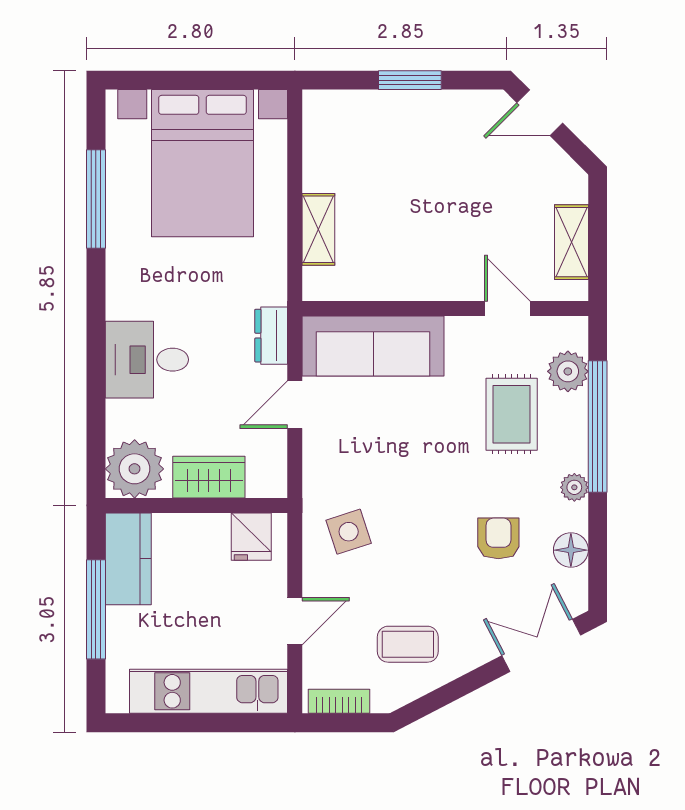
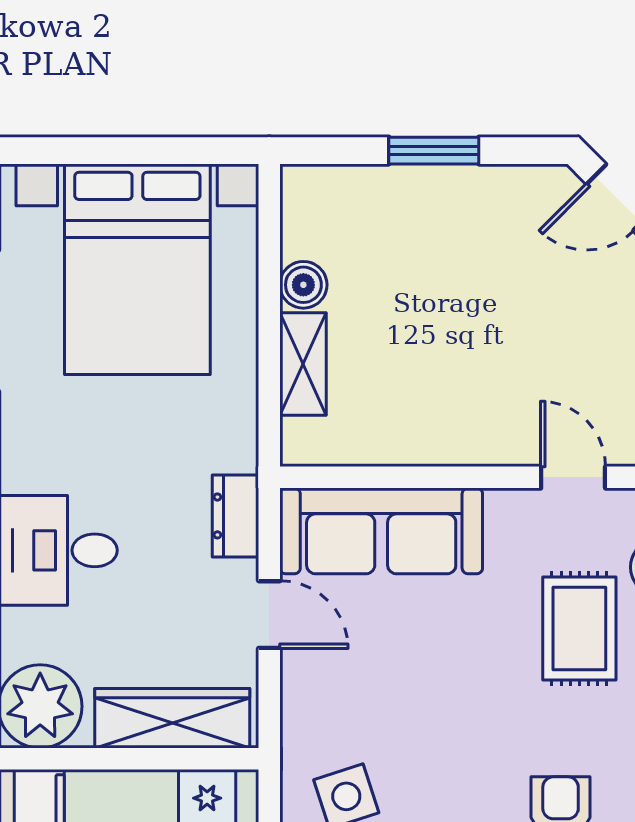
boiler: (319, 174) -> (303, 285), added
door: (295, 405) -> (269, 615), swing flipped
wardrobe: (209, 477) -> (172, 718), width x1.50

